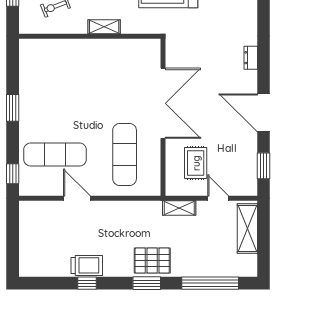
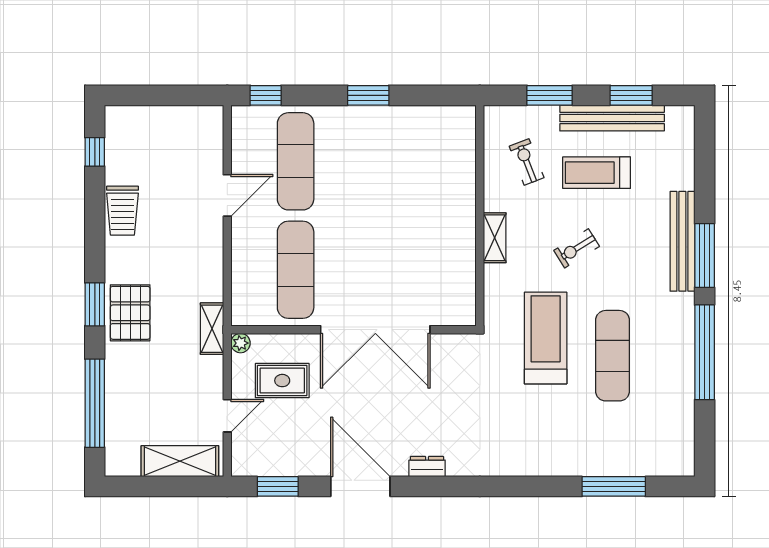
dresser: (251, 58) -> (427, 467), moved
door: (263, 113) -> (360, 486), hinge flipped
exercise mat: (125, 154) -> (296, 270), turned 90
plant: (172, 190) -> (241, 343), added
shelving: (179, 208) -> (212, 329), moved
window: (87, 283) -> (95, 152), moved

